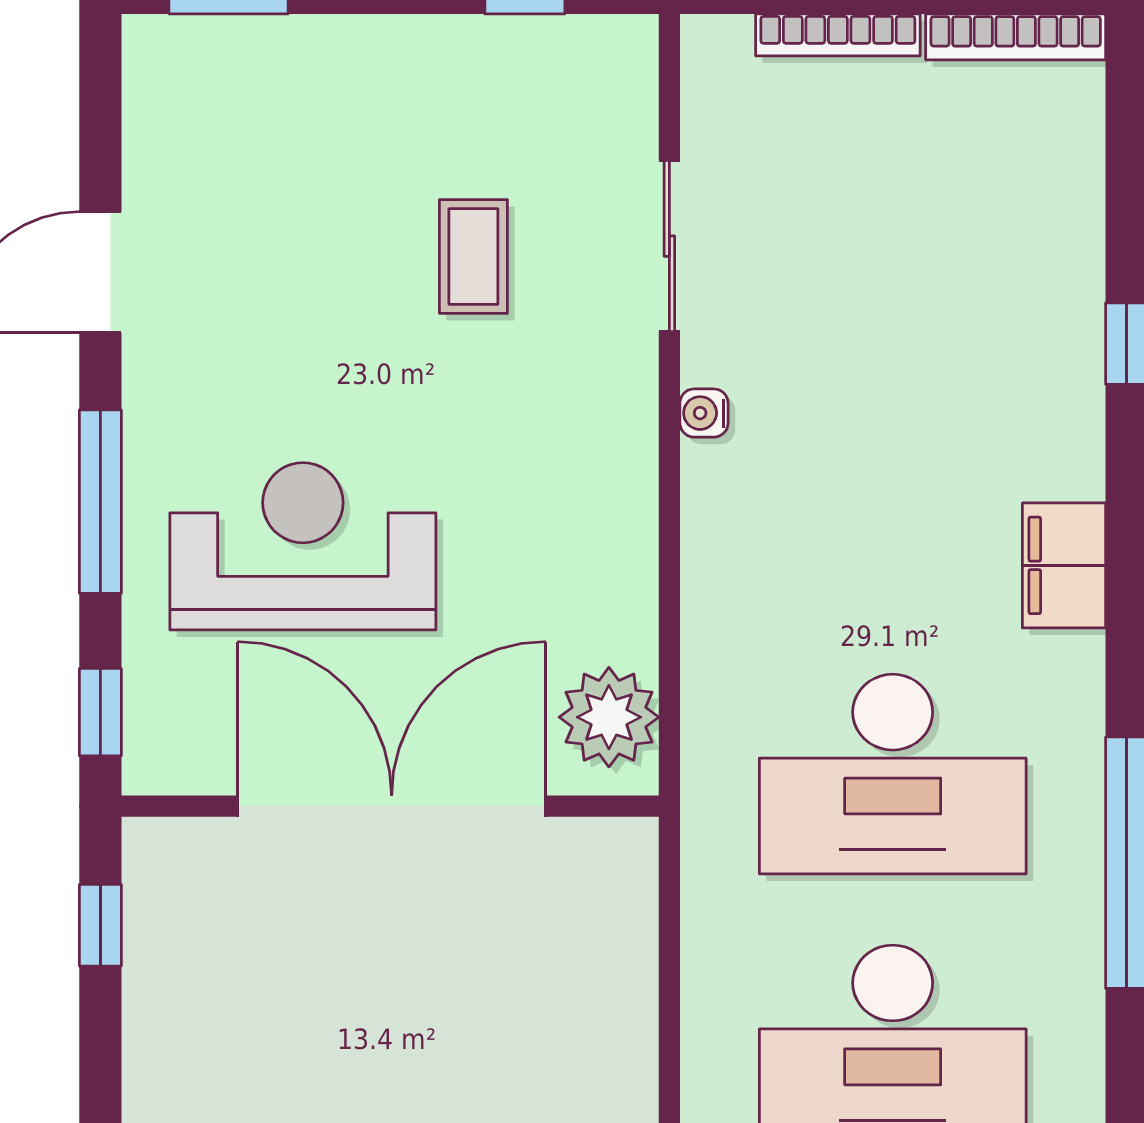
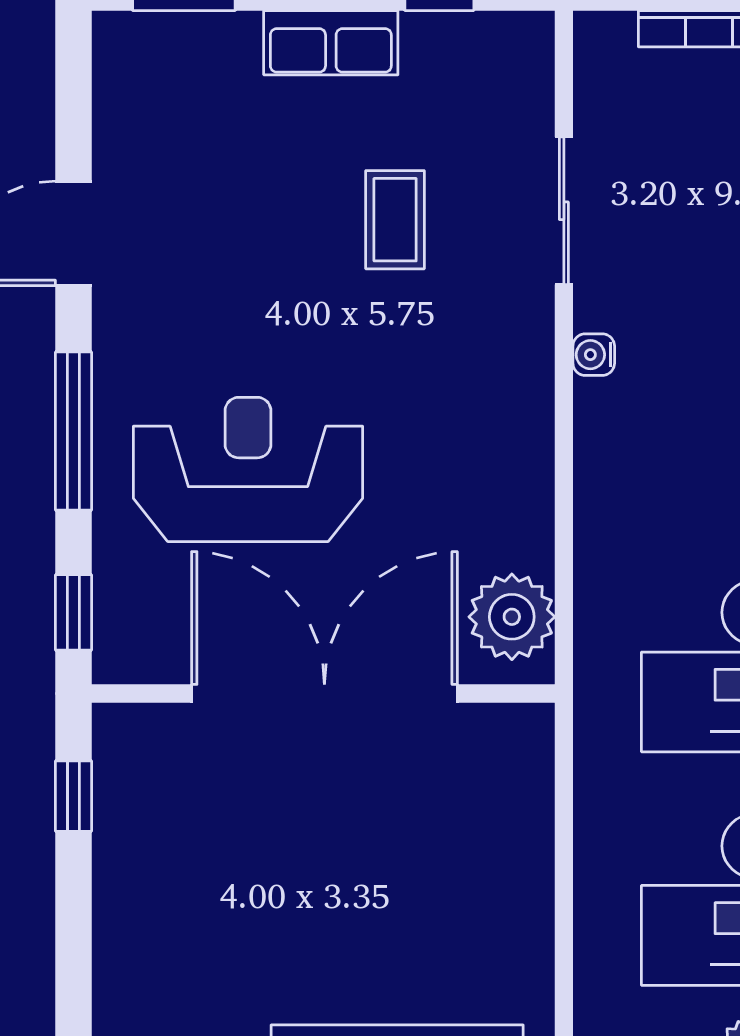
row of seats: (399, 51) -> (331, 43), added

